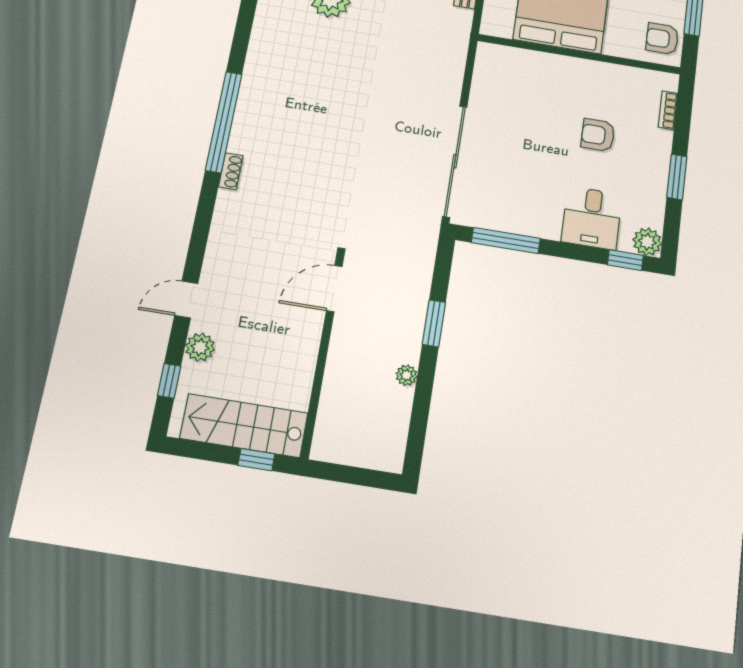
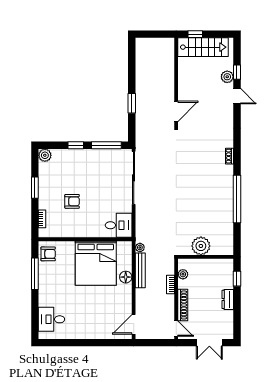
window: (224, 122) -> (237, 199), moved
desk: (592, 218) -> (119, 225), moved, turned 90
window: (625, 260) -> (76, 145), moved
door: (186, 299) -> (237, 96), hinge flipped
plant: (406, 375) -> (140, 247), moved
window: (169, 381) -> (237, 72), moved

